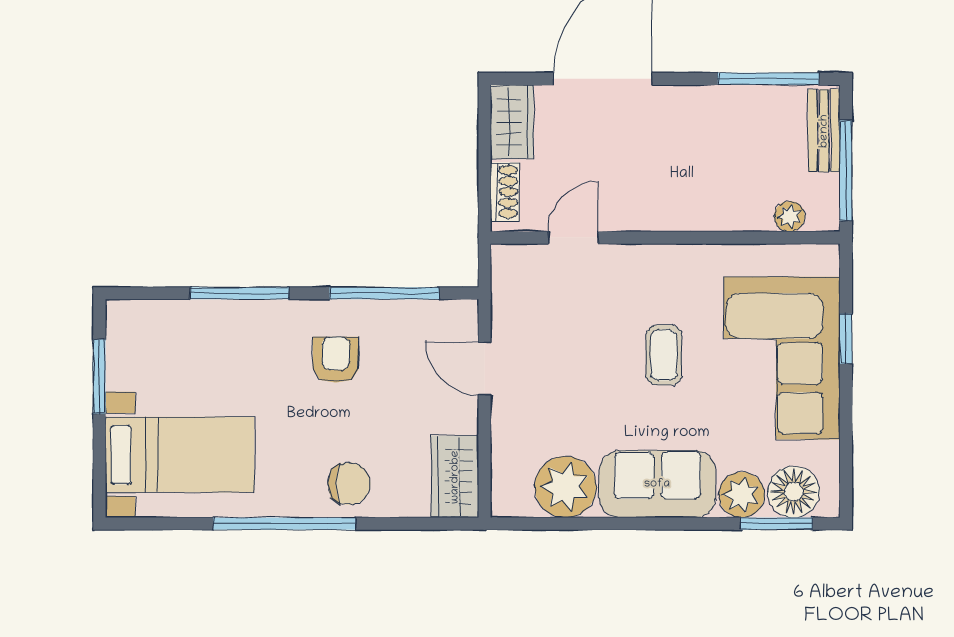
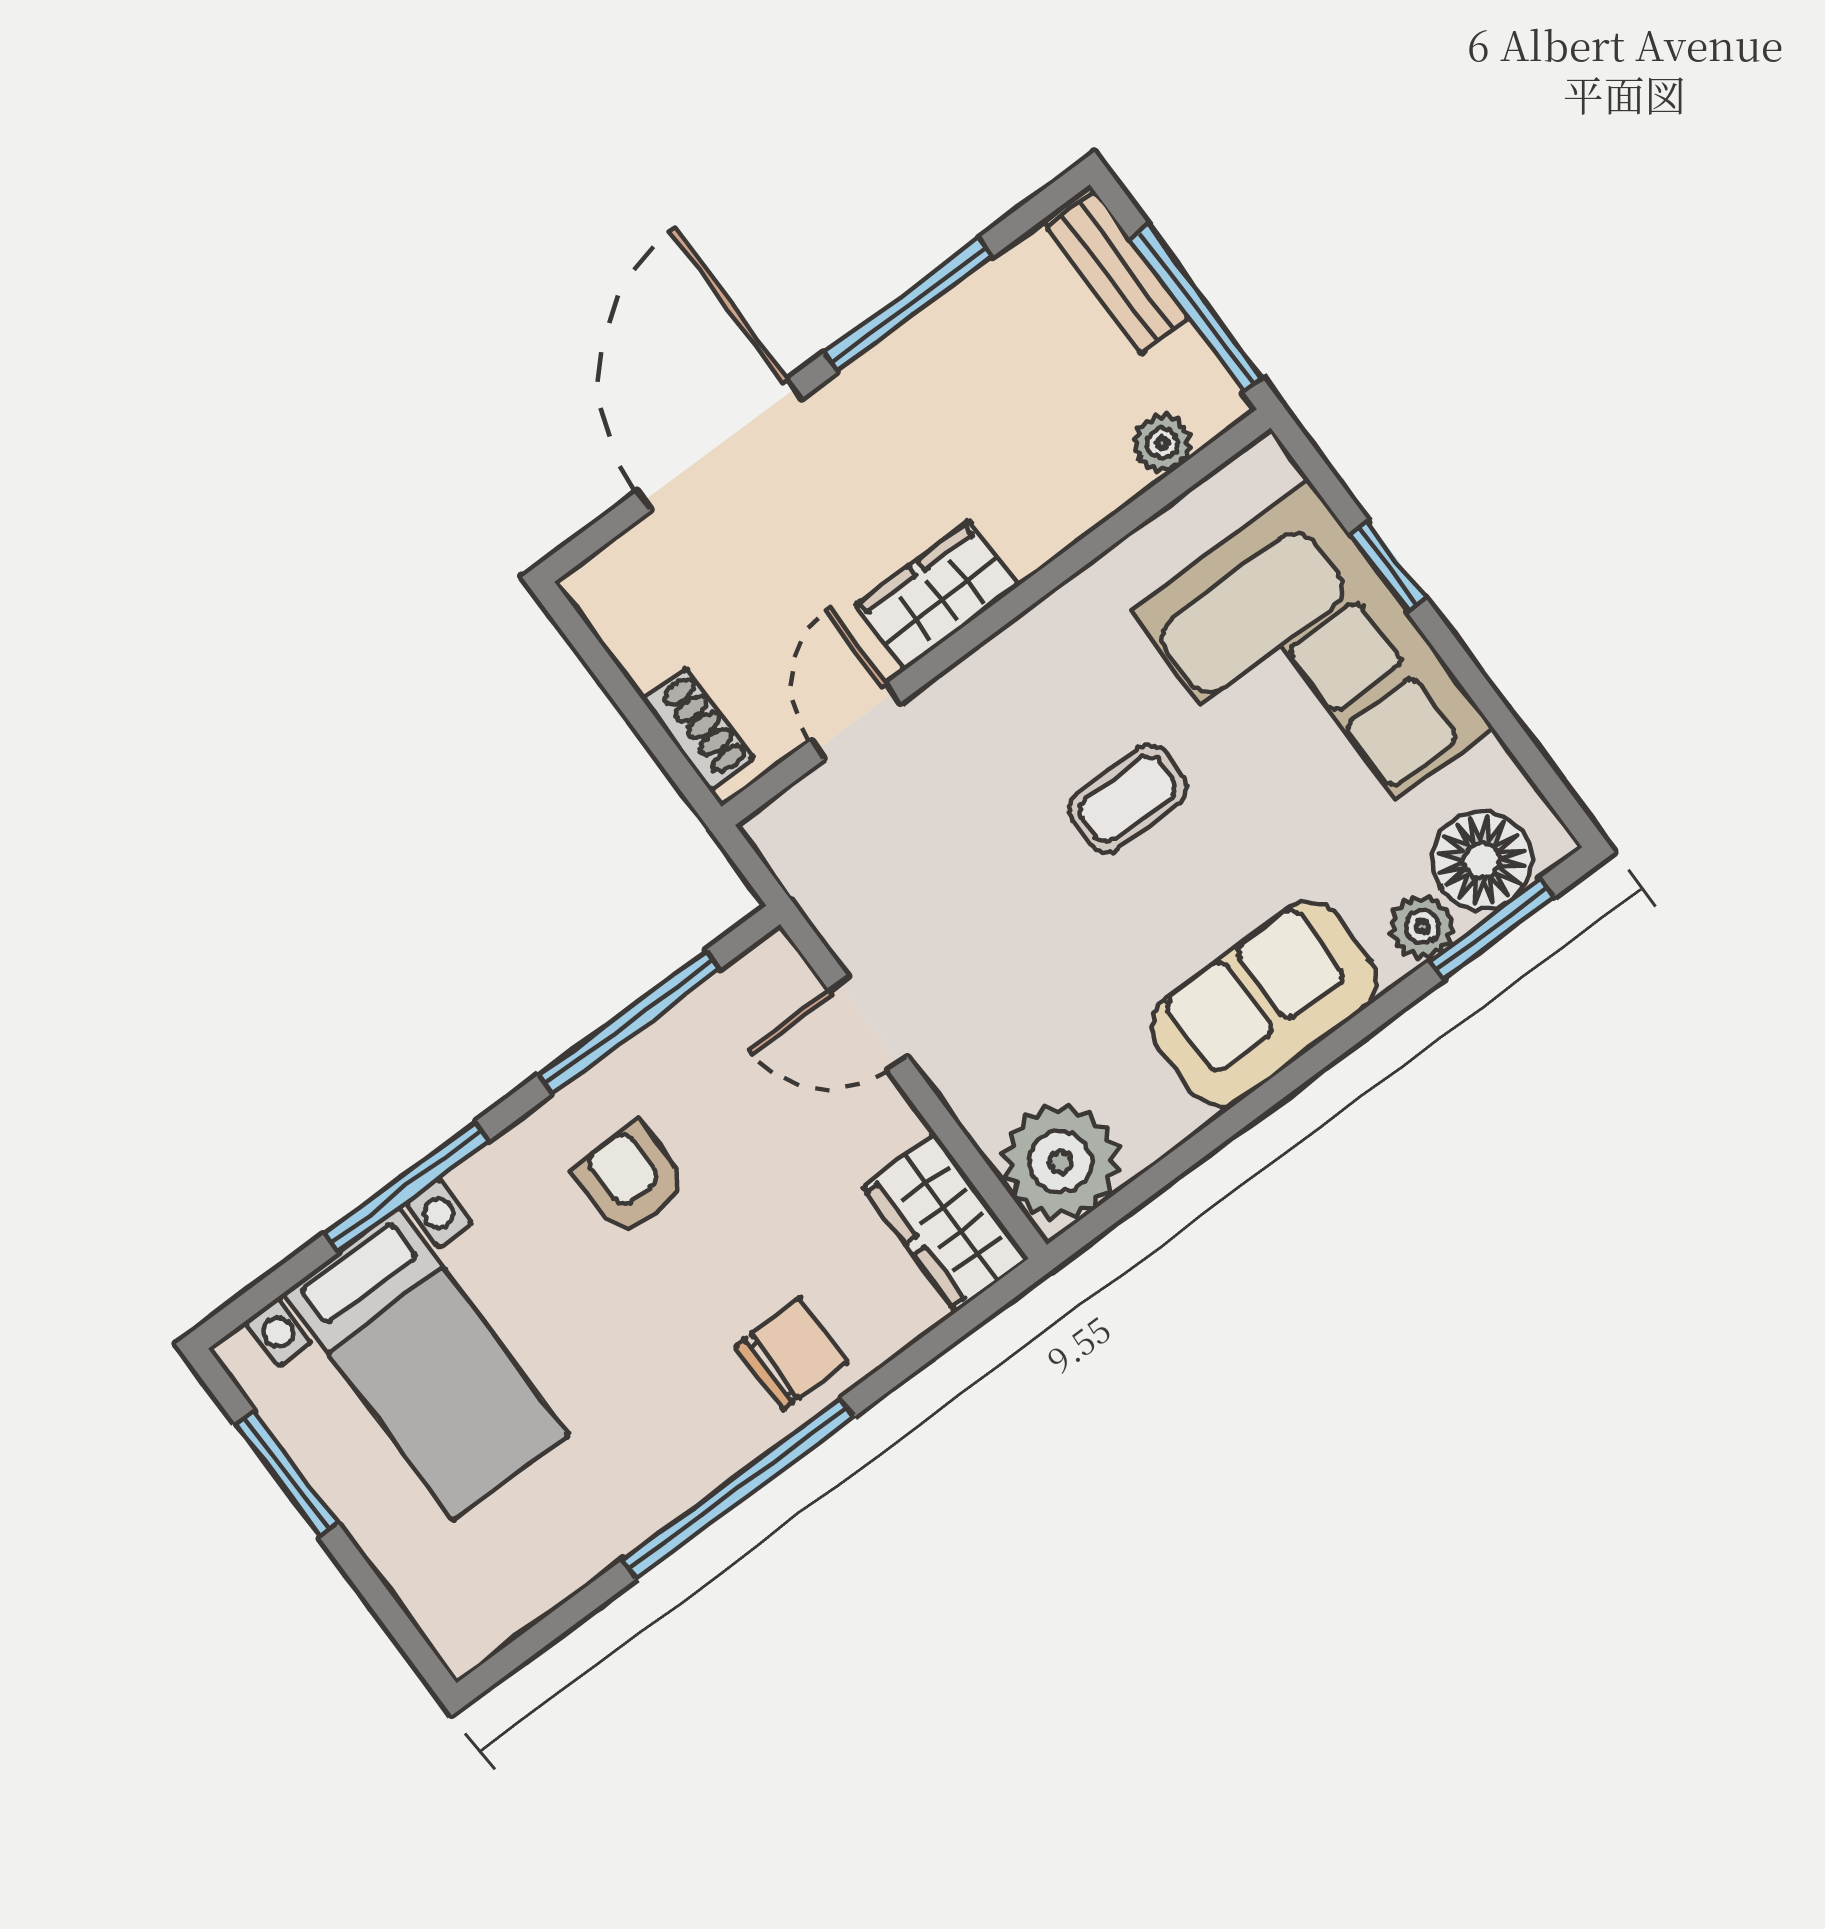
window: (768, 79) -> (908, 305), moved
wardrobe: (512, 122) -> (937, 596), moved, turned -90
coffee table: (664, 355) -> (1128, 798), turned 90
bed with nightstands: (180, 455) -> (426, 1364), moved, turned 90
plant: (565, 487) -> (1060, 1162), moved
plant: (742, 495) -> (1422, 927), width x0.73, depth x0.73

